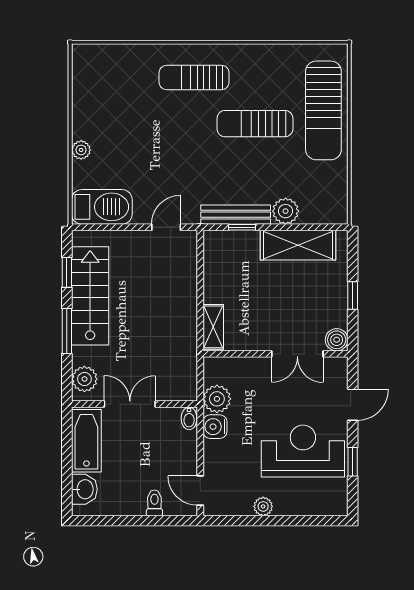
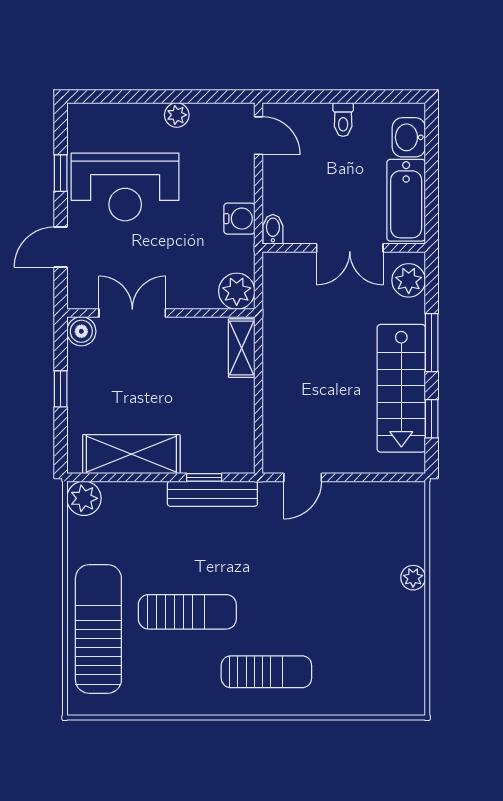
barbecue: (102, 207) -> (386, 504), removed
plant: (286, 211) -> (84, 498), moved
plant: (217, 399) -> (237, 291), moved
toilet: (154, 503) -> (343, 120), moved

